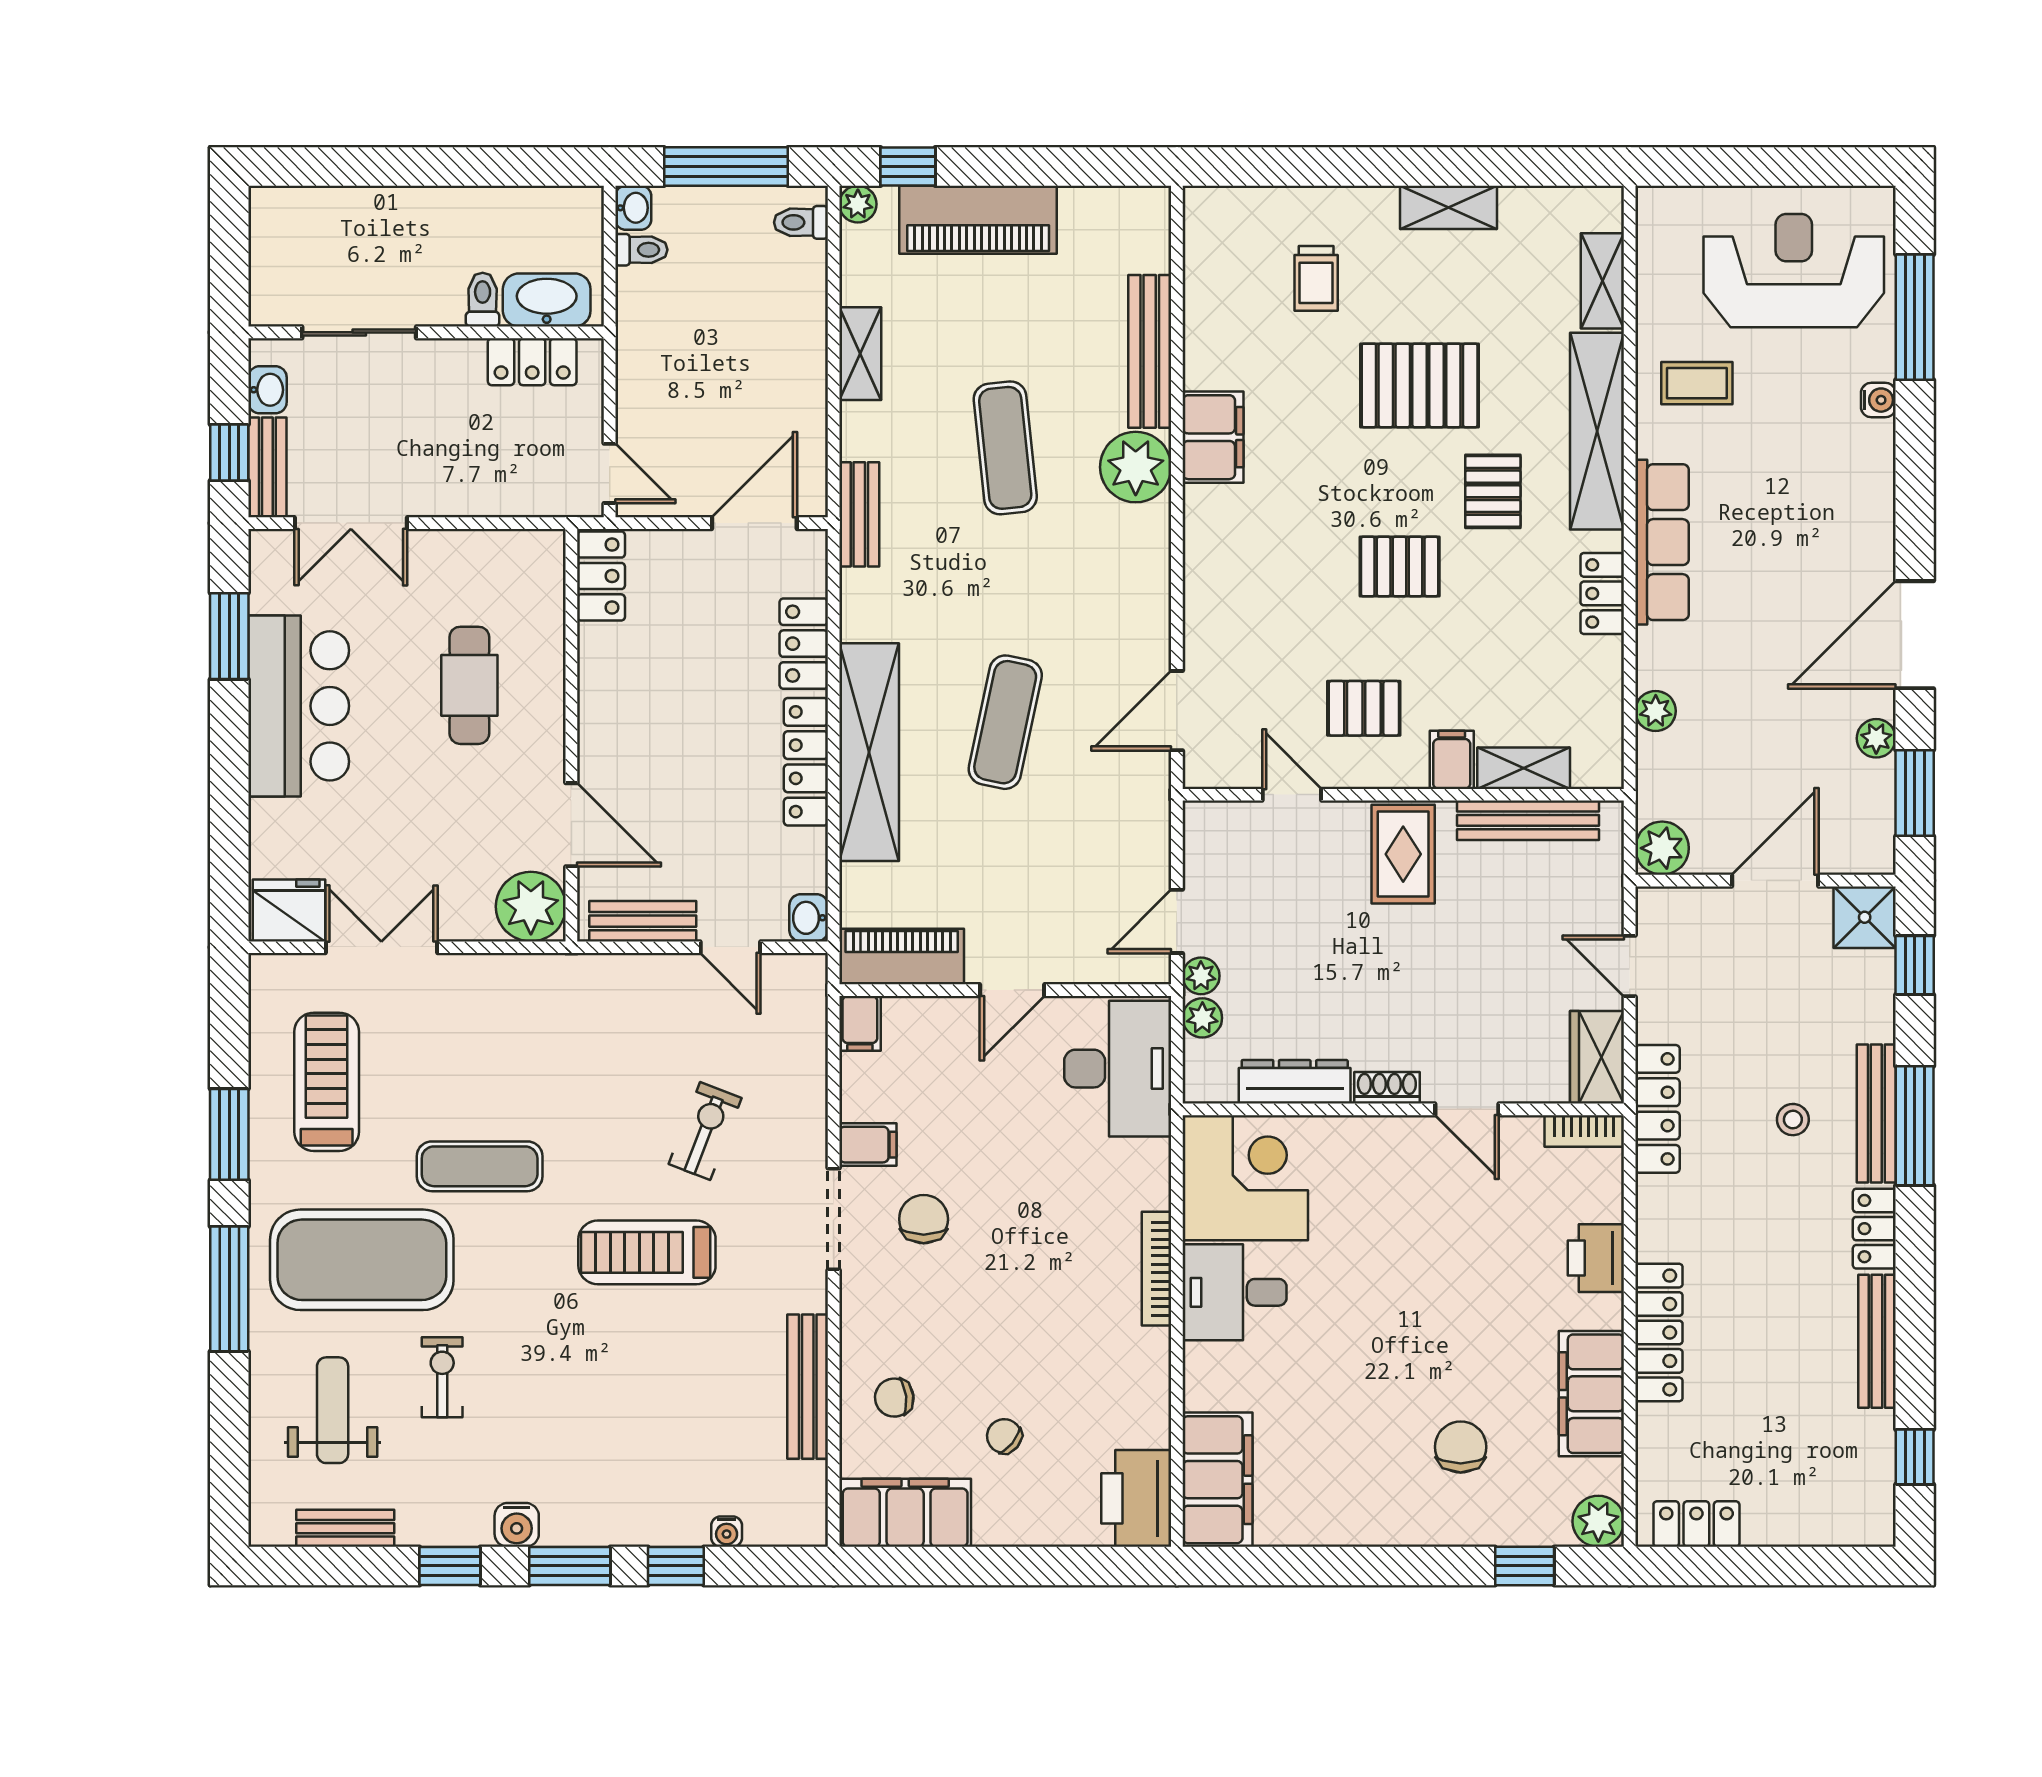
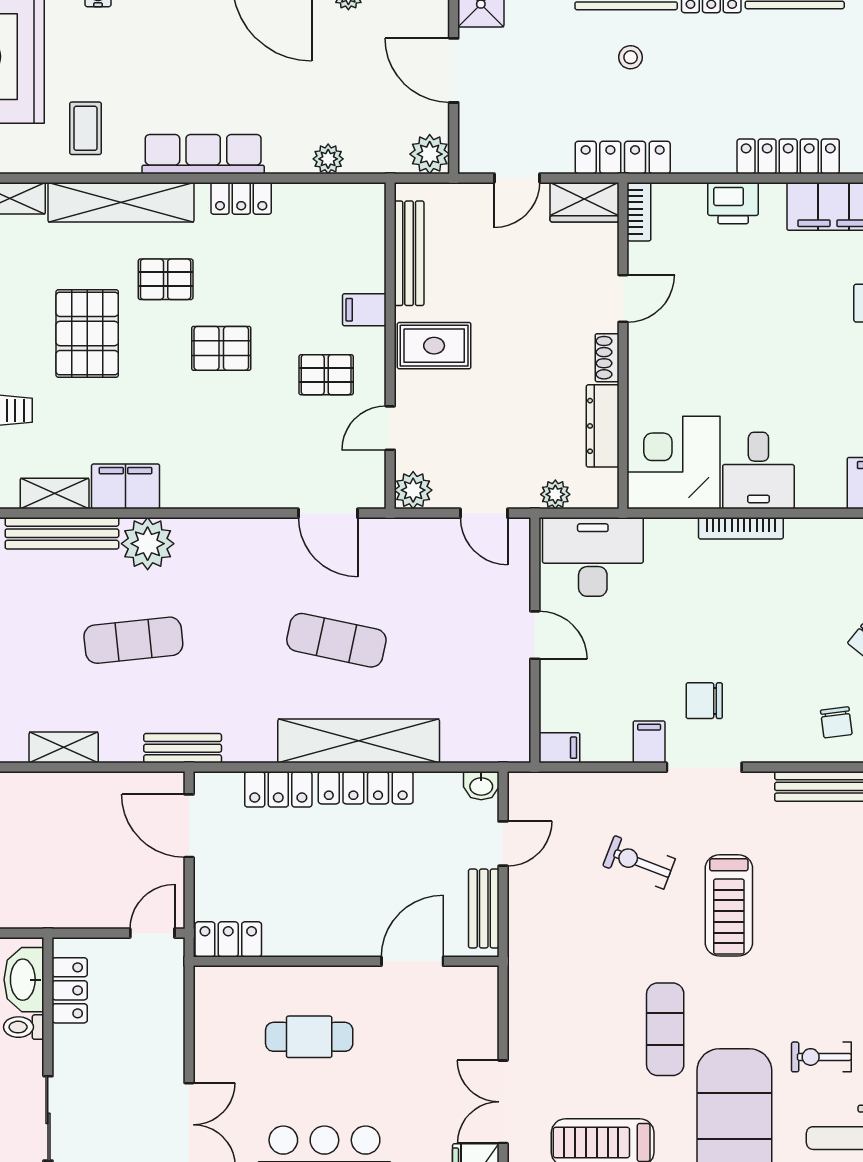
pallet: (1400, 567) -> (221, 348), turned 90
pallet: (1364, 708) -> (326, 375), turned 90
shelving: (1524, 768) -> (55, 494), moved, turned 90
plant: (531, 907) -> (473, 991), removed
piano: (902, 957) -> (510, 717), removed
plant: (1201, 976) -> (413, 490), moved, width x1.38, depth x1.38

